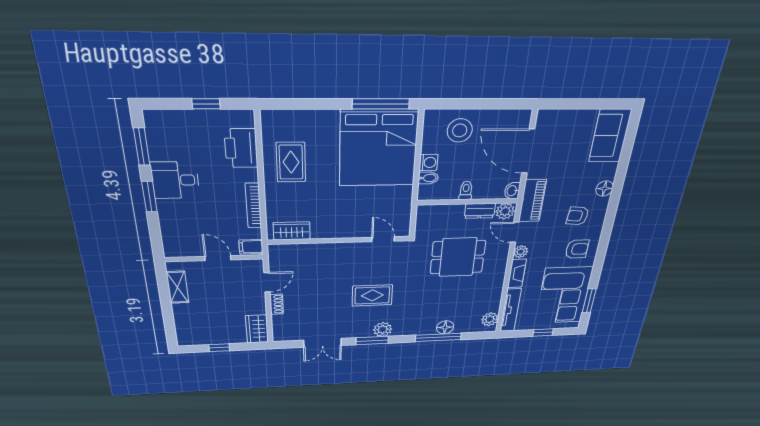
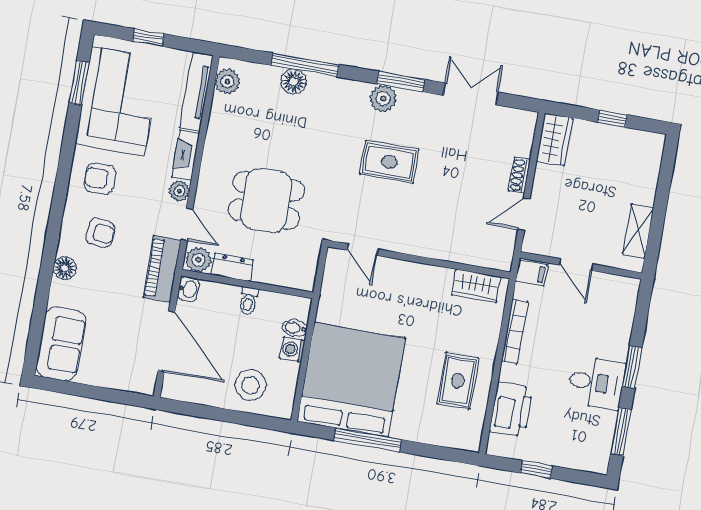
window: (381, 104) -> (368, 440), moved

